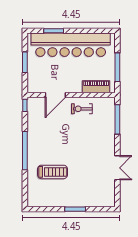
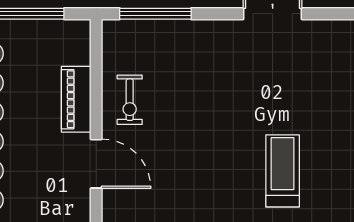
piano: (96, 87) -> (76, 99), moved

